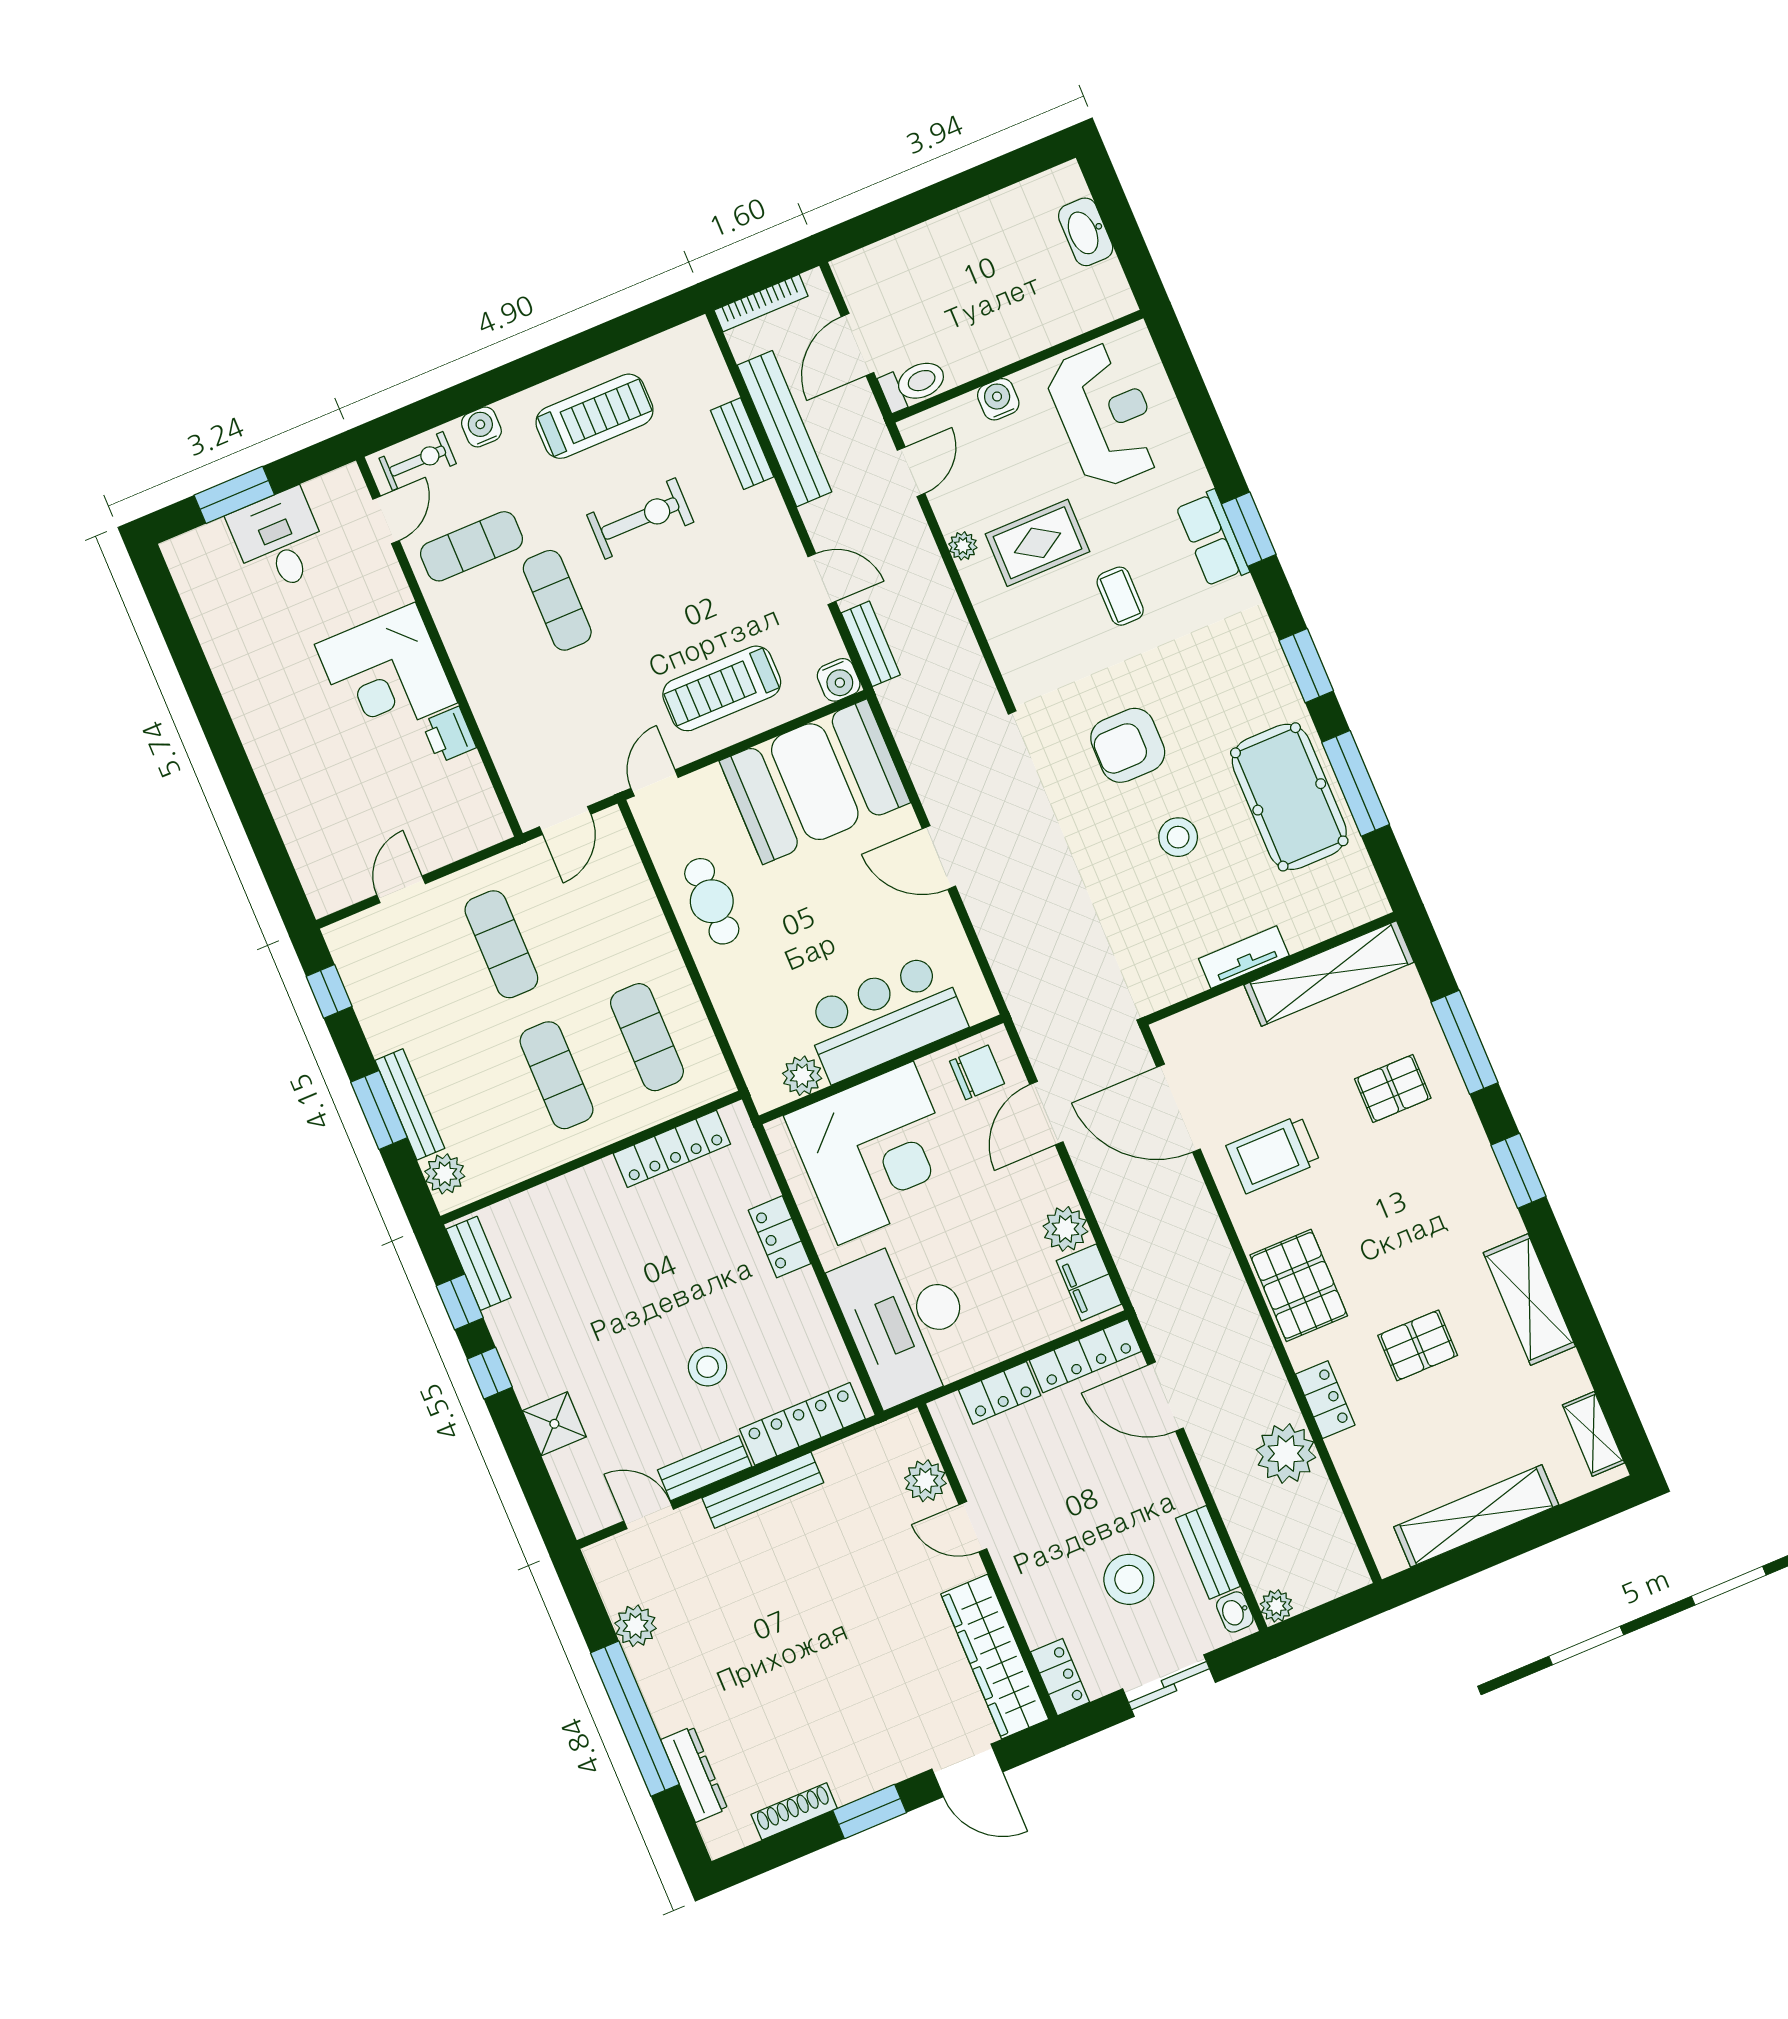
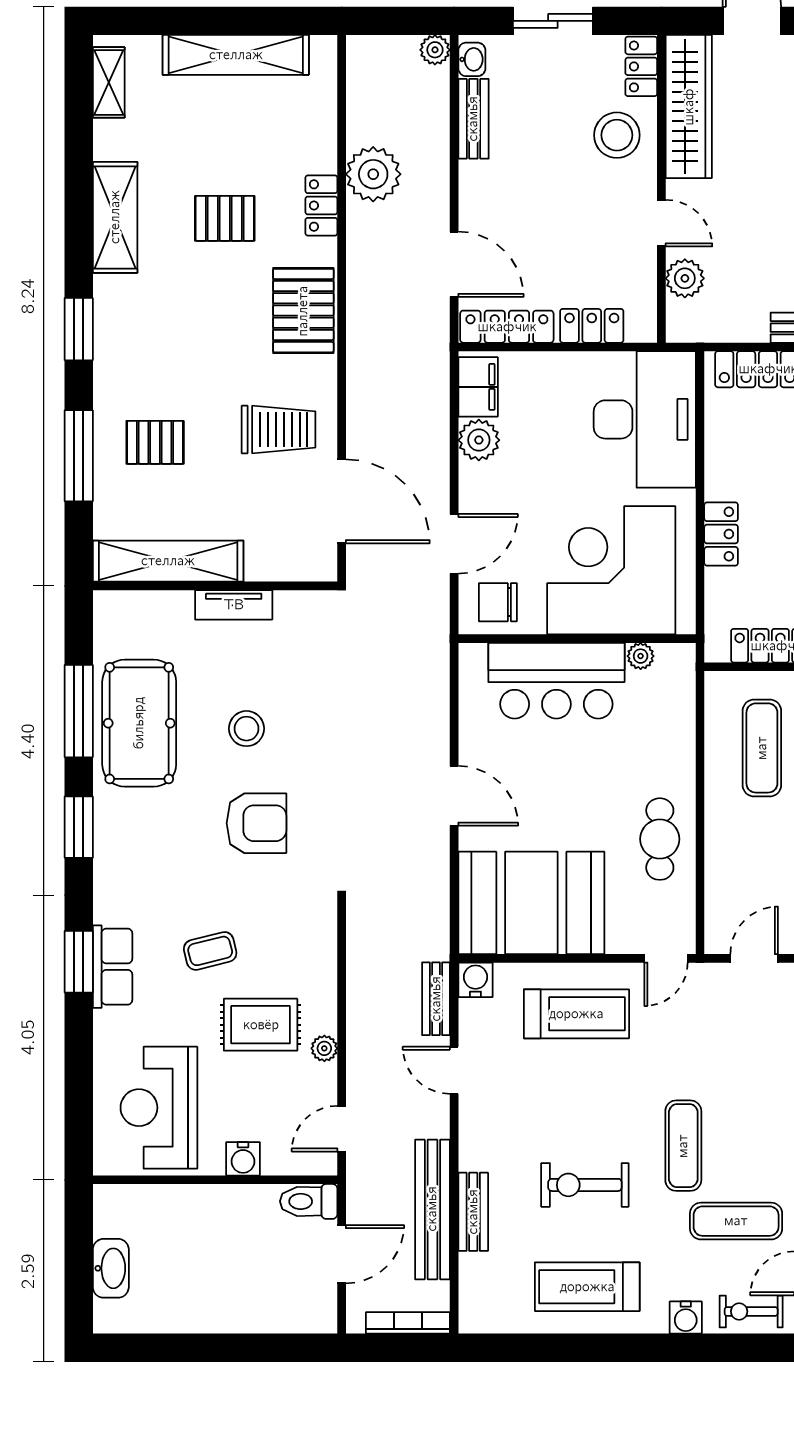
coffee table: (1120, 596) -> (210, 951), turned 76
plant: (802, 1076) -> (641, 656), width x0.73, depth x0.73
stool: (1129, 1579) -> (617, 135), moved

